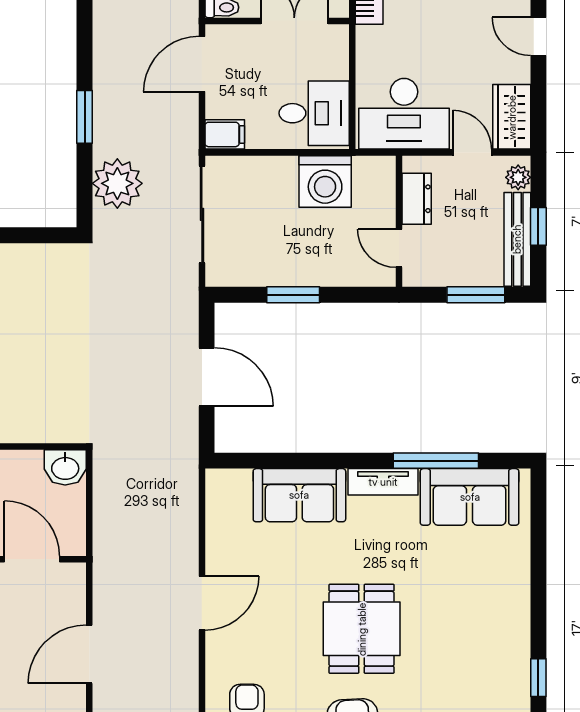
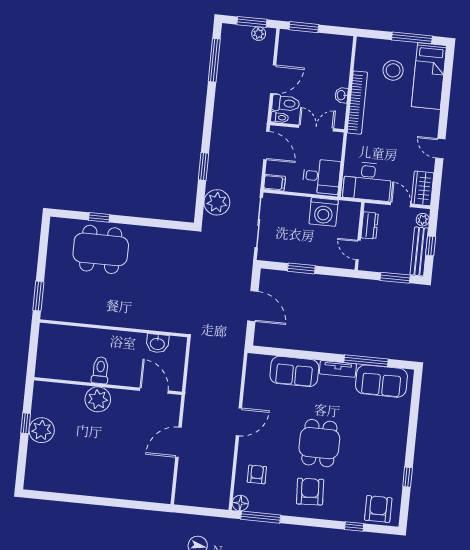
door: (202, 64) -> (266, 145), swing flipped
washbasin: (65, 467) -> (157, 343), moved

